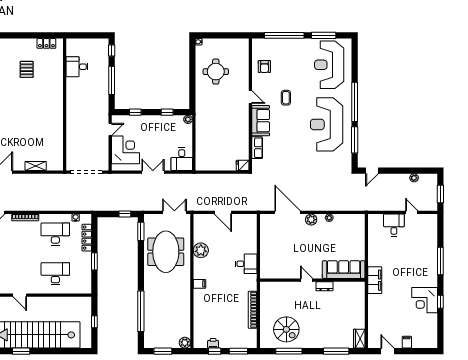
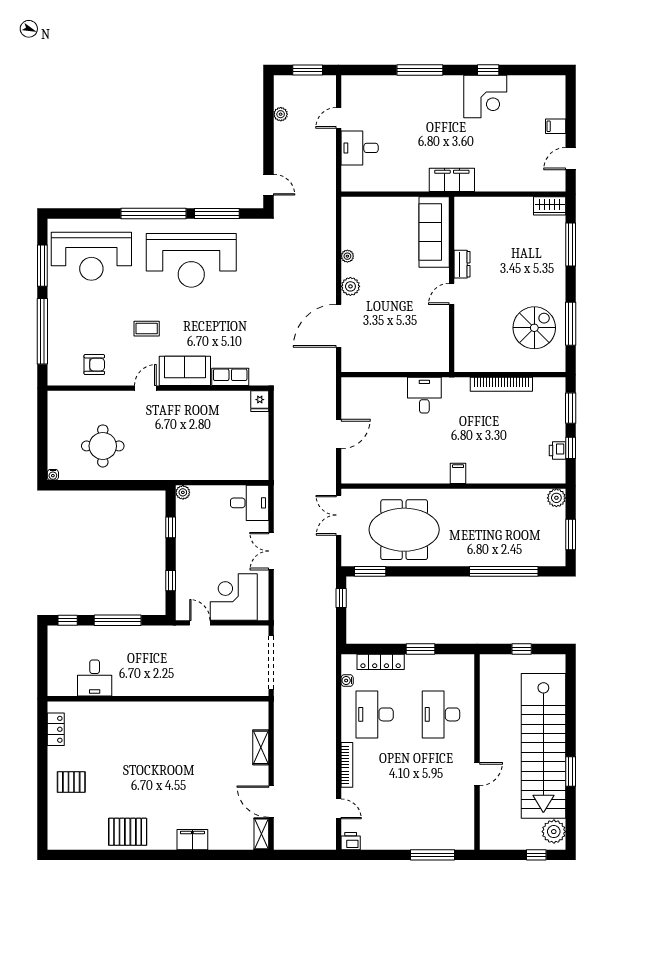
pallet: (27, 69) -> (71, 782), moved
plant: (201, 250) -> (402, 471), removed

